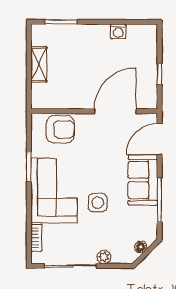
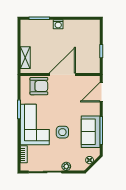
washing machine: (118, 31) -> (58, 24), moved
shelving: (39, 64) -> (25, 58), moved
door: (115, 111) -> (62, 75), moved
sofa: (143, 180) -> (91, 132), moved

